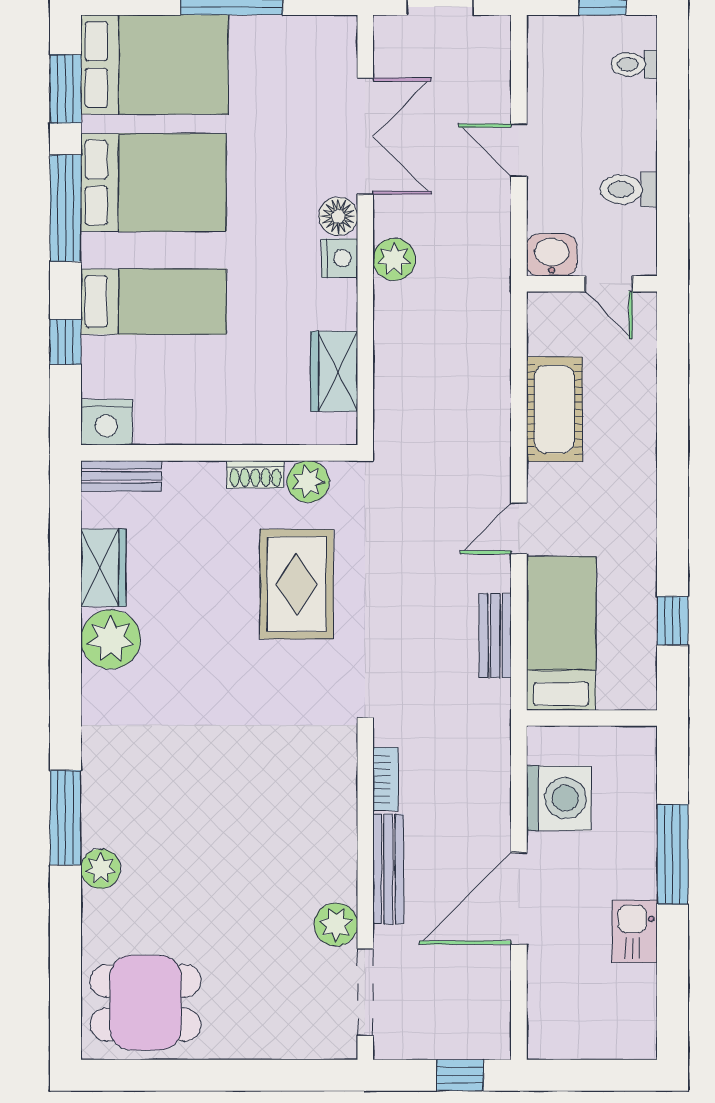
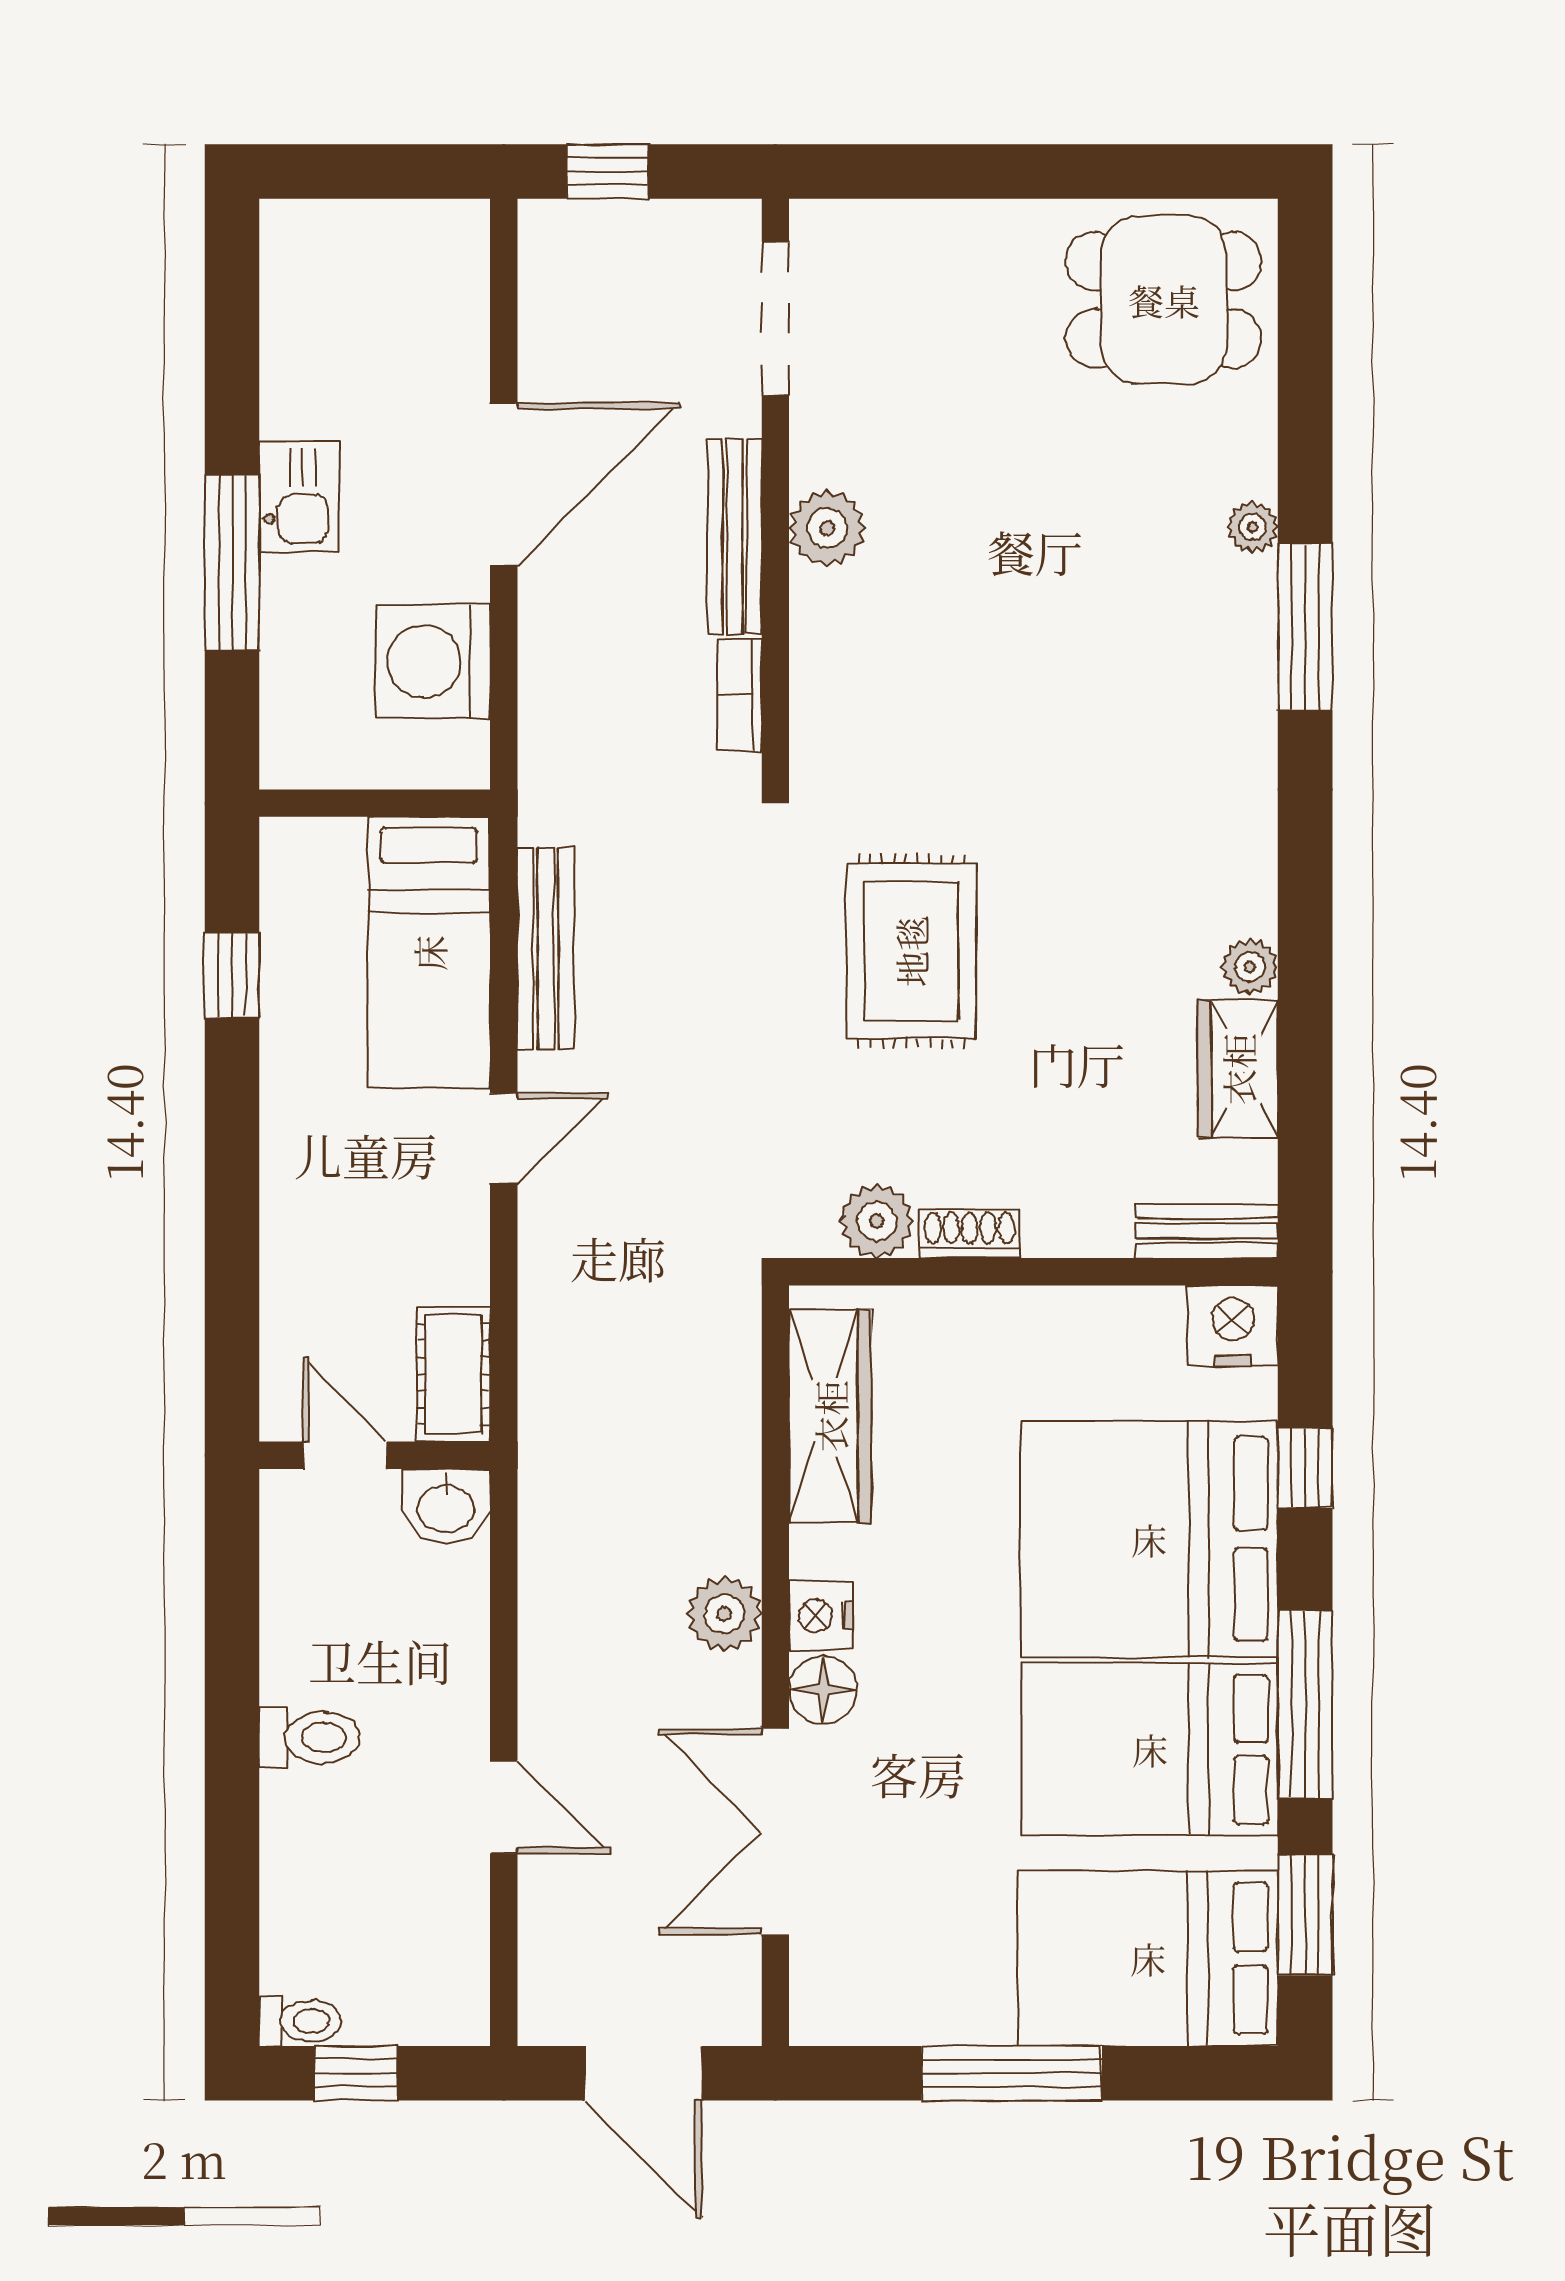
toilet: (634, 64) -> (300, 2021), moved
washbasin: (552, 255) -> (446, 1506), moved
wall: (592, 284) -> (375, 1455), moved
door: (609, 284) -> (345, 1455), moved
bed: (154, 302) -> (1149, 1539), width x2.04
wardrobe: (334, 371) -> (830, 1416), width x1.50
cot: (554, 409) -> (453, 1374), width x0.73, depth x0.75
rug: (297, 584) -> (911, 951), moved
bench: (495, 636) -> (546, 949), width x1.36
plant: (111, 639) -> (1250, 967), width x0.53, depth x0.53
plant: (101, 869) -> (1252, 527), width x0.73, depth x0.73
plant: (336, 924) -> (827, 528), moved
kitchen sink: (635, 931) -> (299, 497), moved

